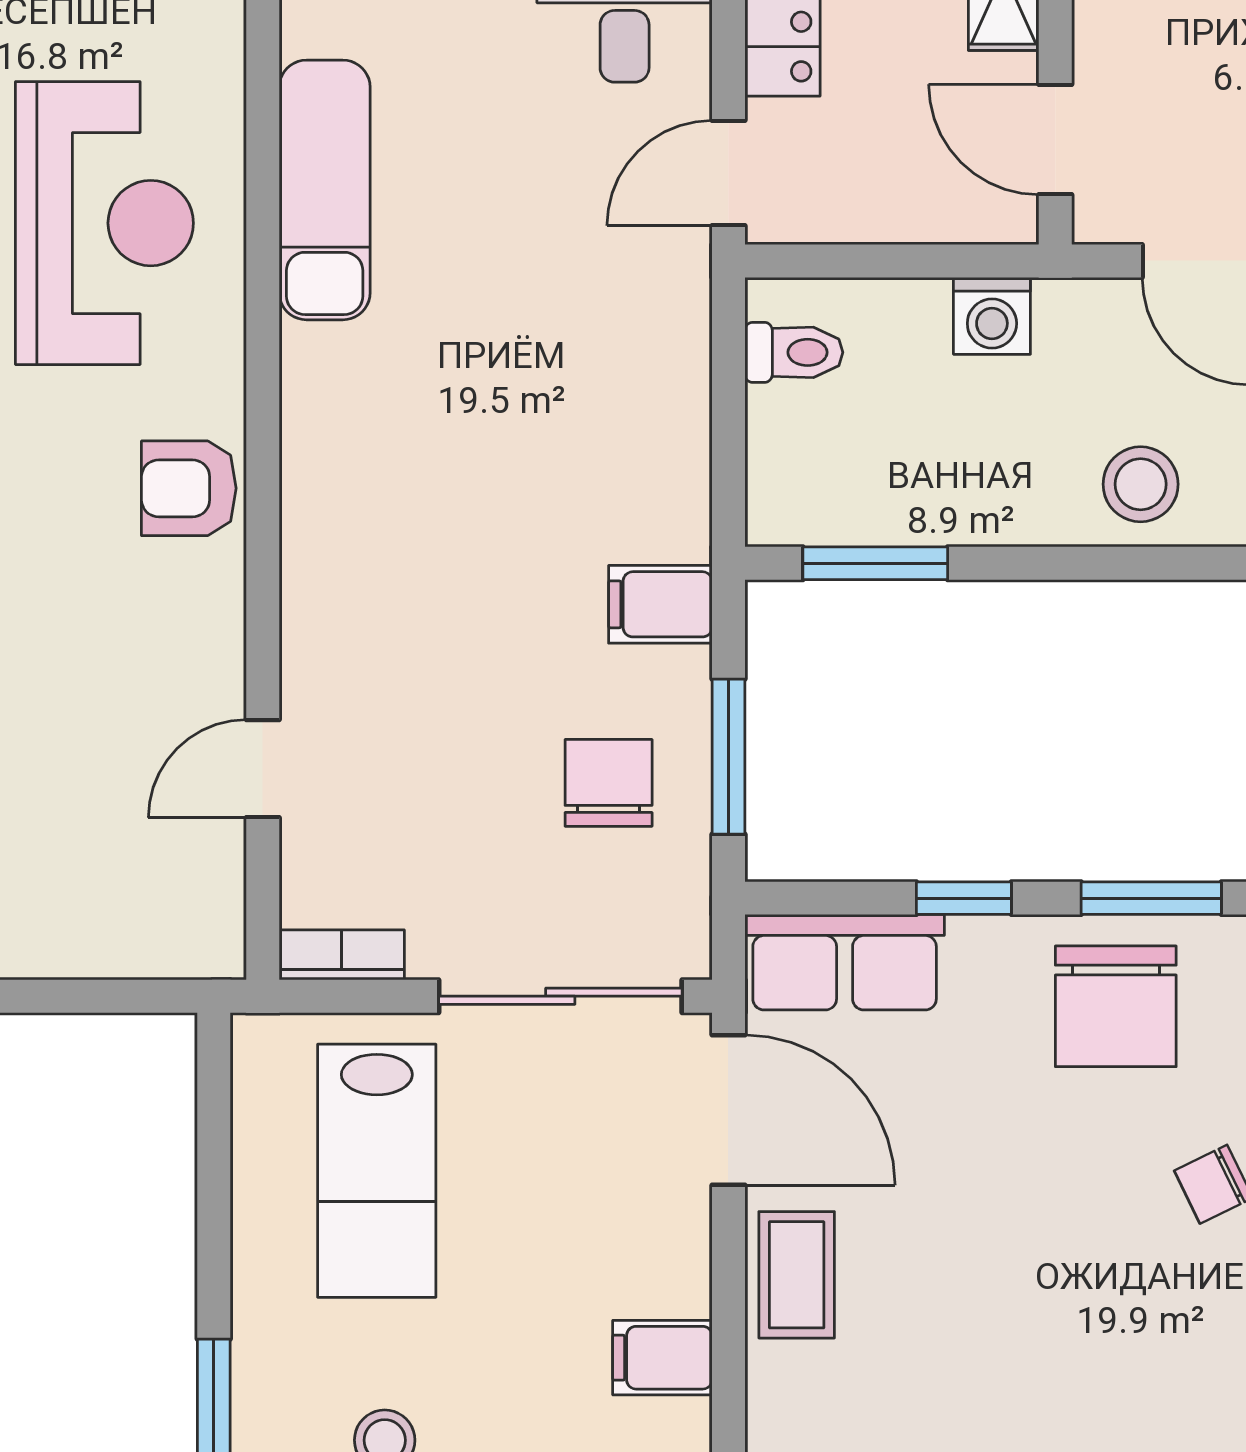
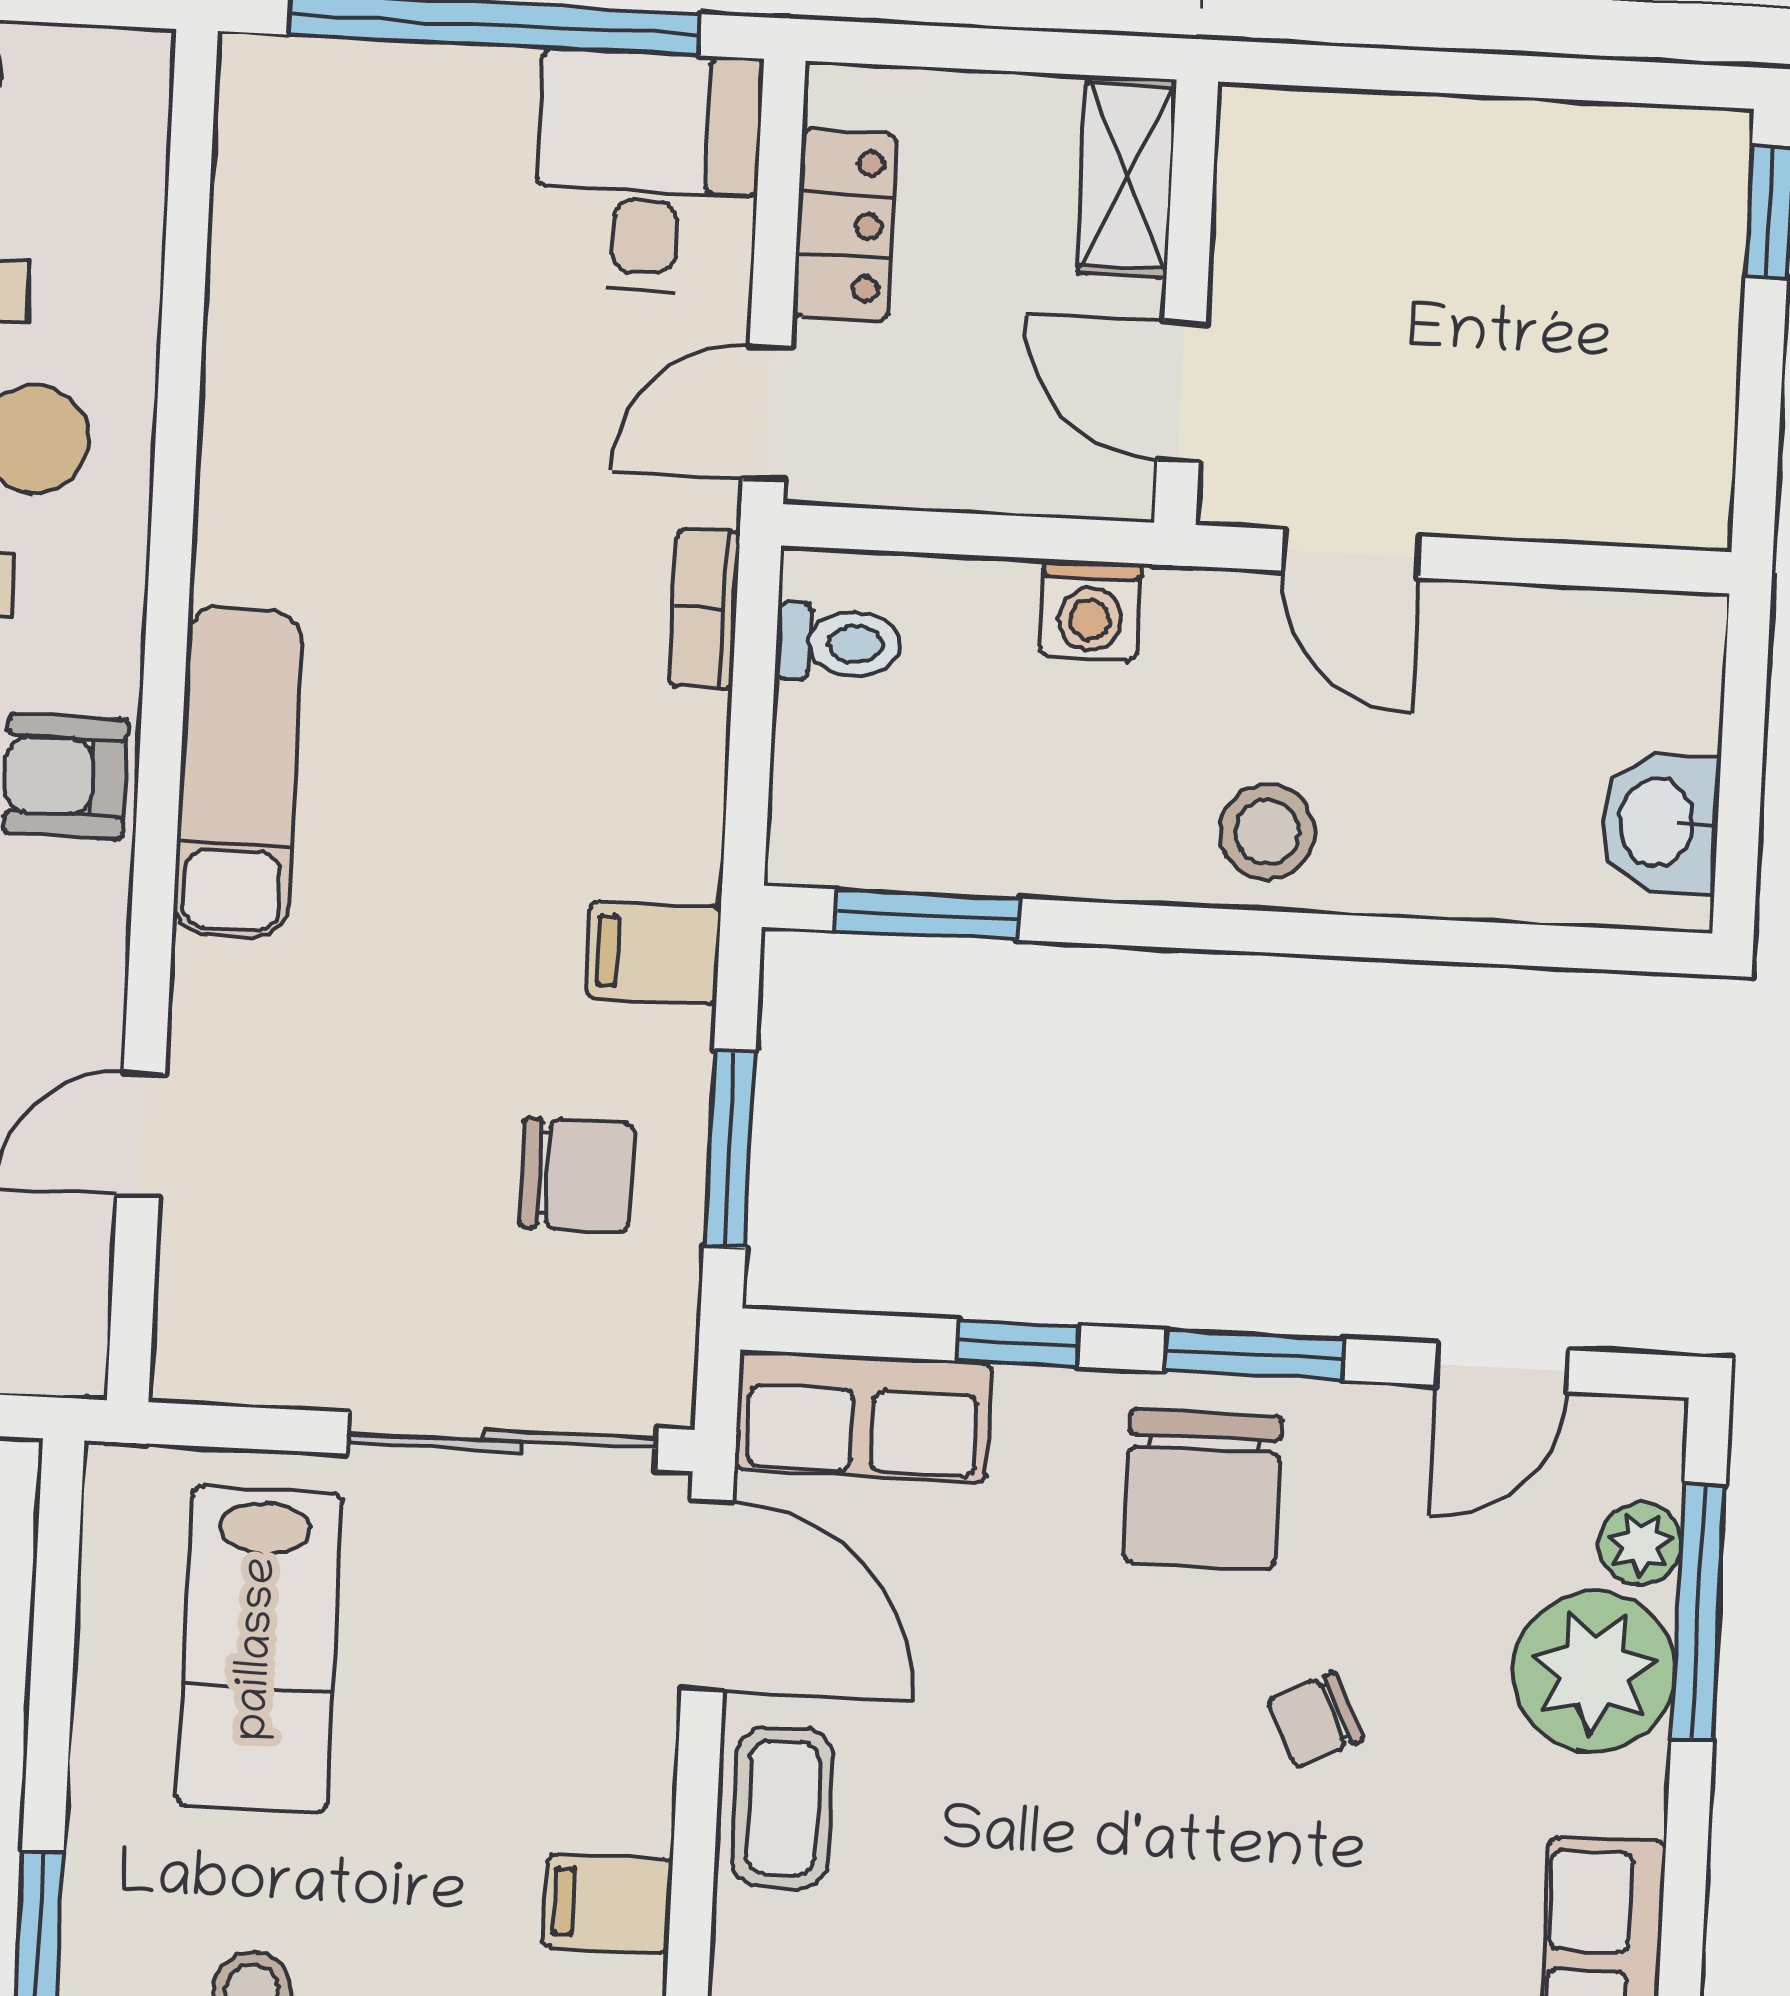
exam couch: (325, 190) -> (238, 772), moved
chair: (609, 783) -> (577, 1175), turned 90
bookcase: (342, 955) -> (705, 609), moved, turned -90

